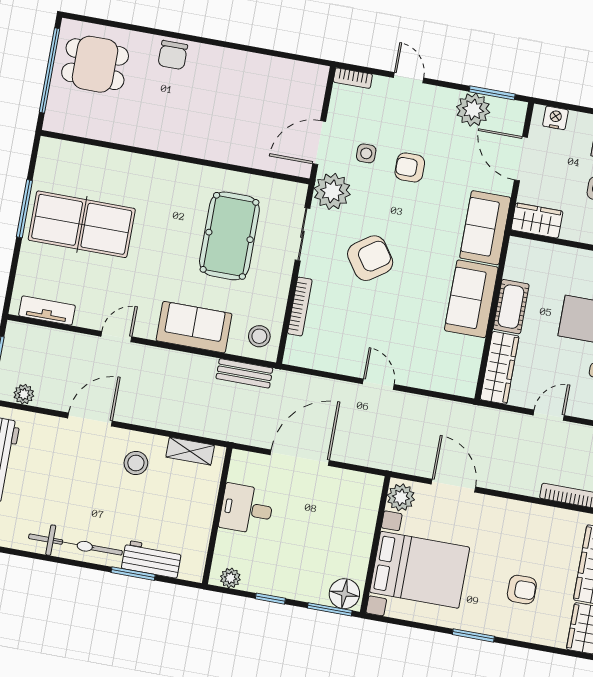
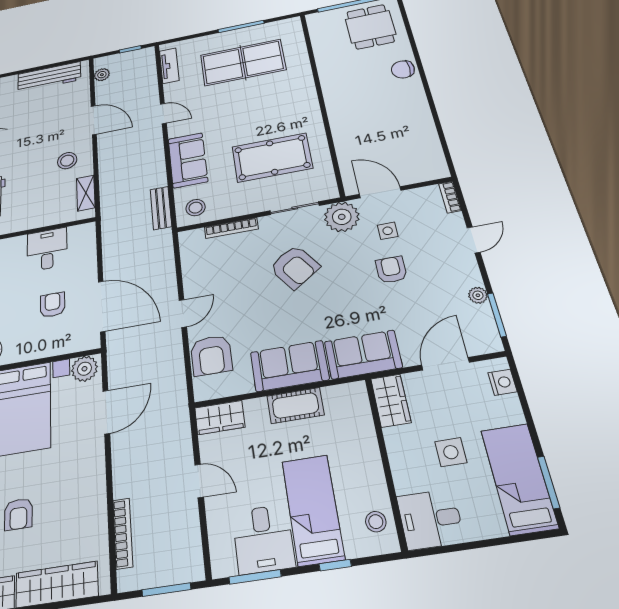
plant: (473, 110) -> (478, 295), width x0.53, depth x0.53
table tennis table: (82, 224) -> (243, 62), turned 90
wardrobe: (500, 368) -> (220, 418), width x0.67
armchair: (433, 369) -> (211, 355), added
door: (300, 458) -> (102, 306), moved
armchair: (317, 516) -> (52, 305), added

